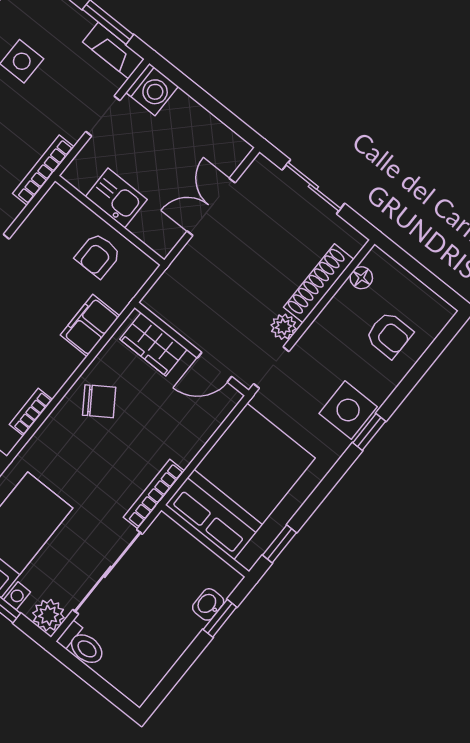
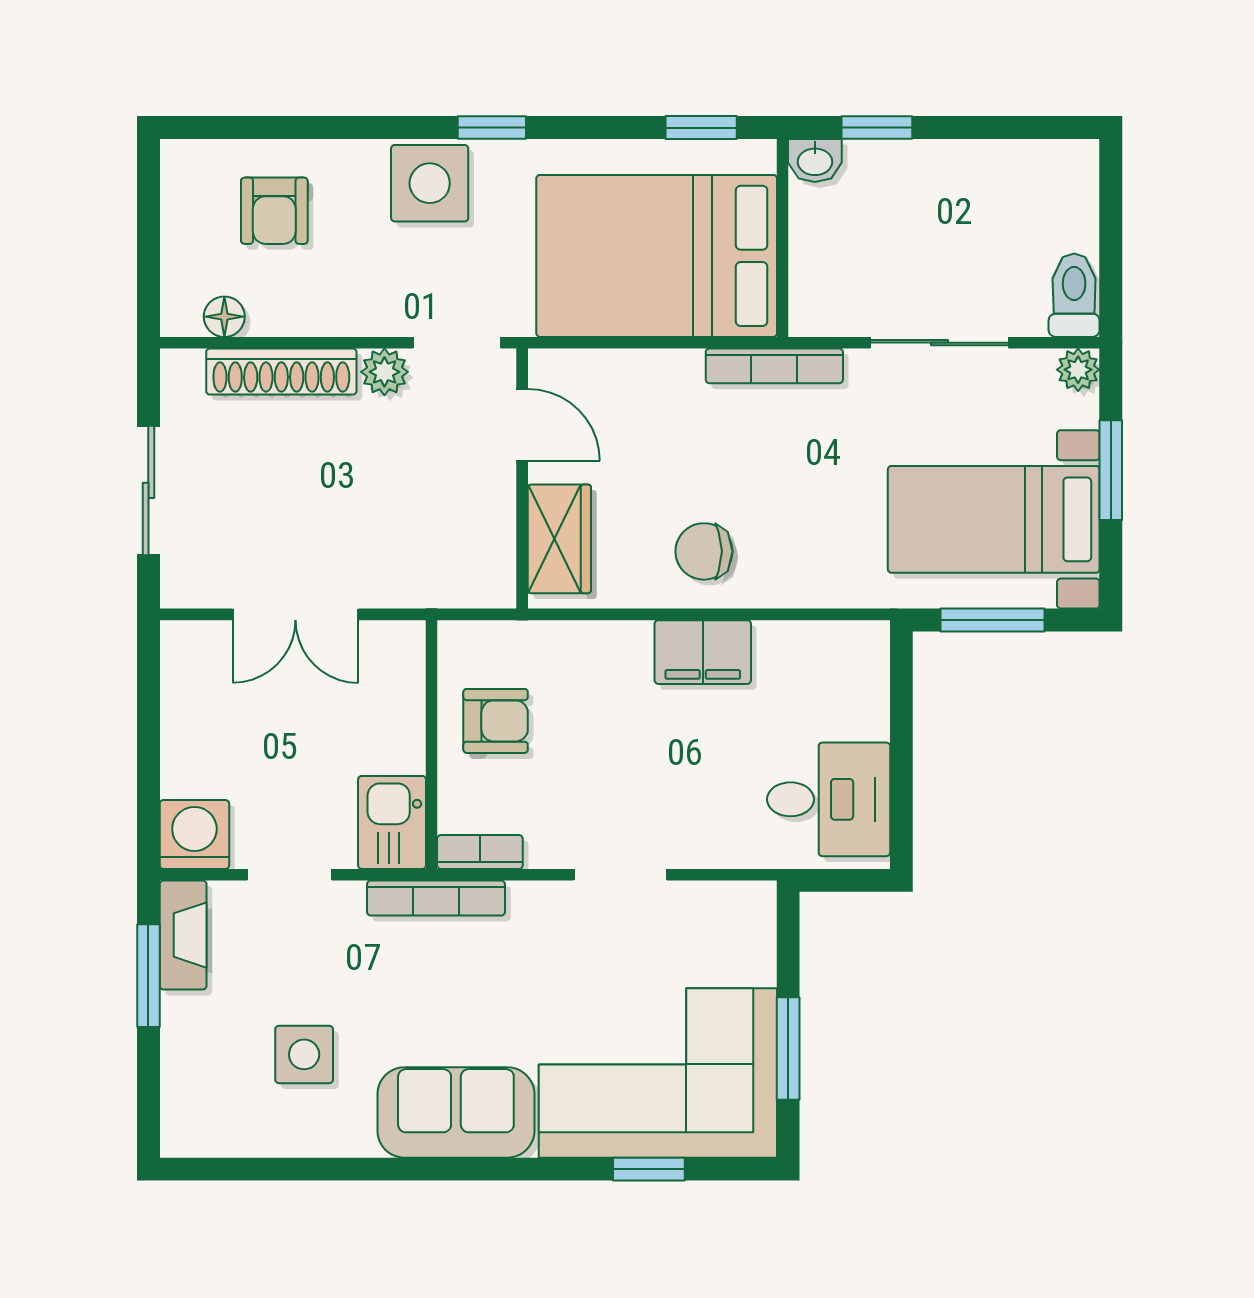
kitchen sink: (116, 198) -> (392, 822), moved
filing cabinet: (90, 325) -> (703, 652), moved
armchair: (389, 335) -> (274, 211), turned 180
chair: (99, 401) -> (704, 551), turned -56
bookcase: (31, 412) -> (480, 852), moved, turned 180
window: (369, 432) -> (492, 128), moved
sliding door: (108, 572) -> (939, 343), width x0.73
washbasin: (208, 604) -> (815, 161), moved
plant: (48, 615) -> (1078, 370), width x0.73, depth x0.73

